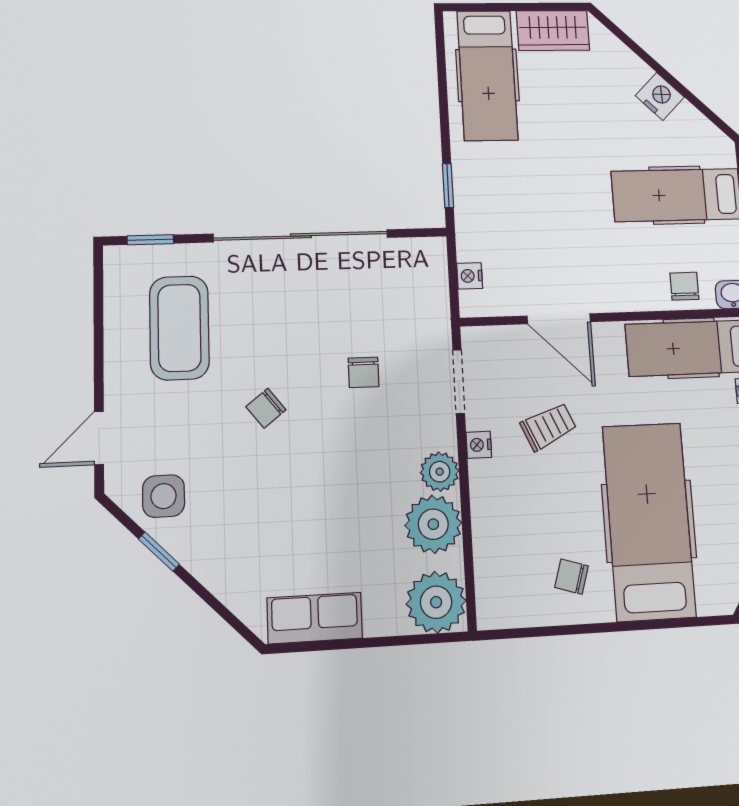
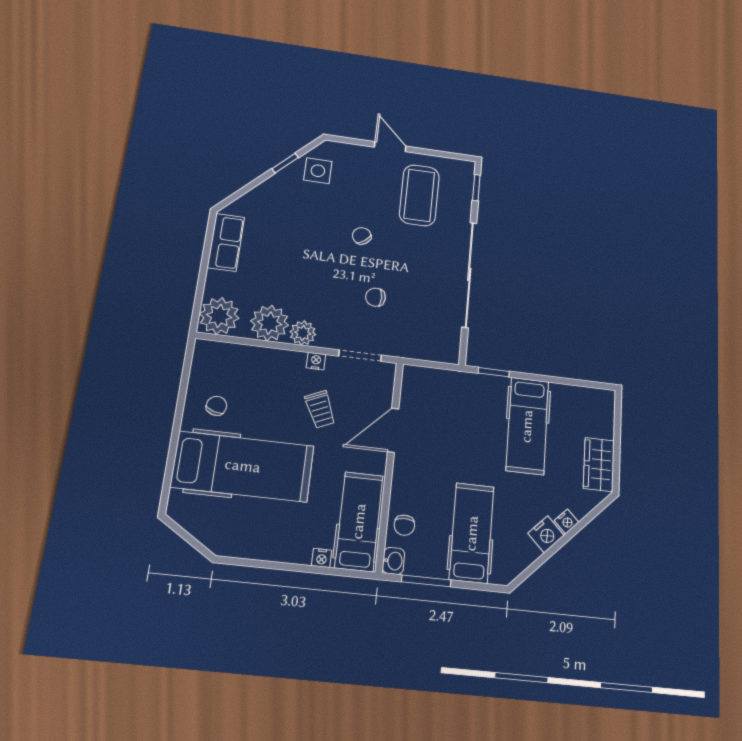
hospital bed: (487, 75) -> (527, 426), moved, turned -90
nightstand: (470, 276) -> (567, 521), moved, turned 135
chair: (684, 286) -> (404, 525), turned 90
coffee table: (179, 328) -> (419, 195), turned 90
door: (99, 438) -> (390, 147), moved

